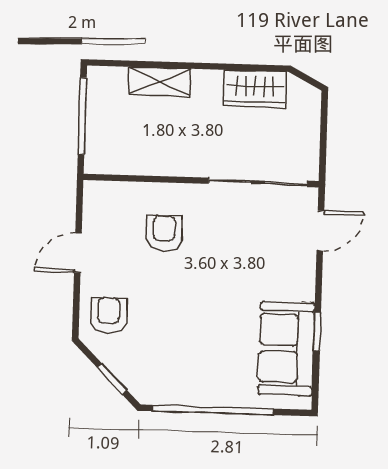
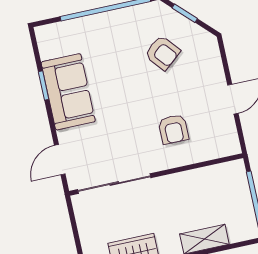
armchair: (109, 315) -> (162, 53), moved, turned -40
sofa: (287, 349) -> (68, 92), moved

